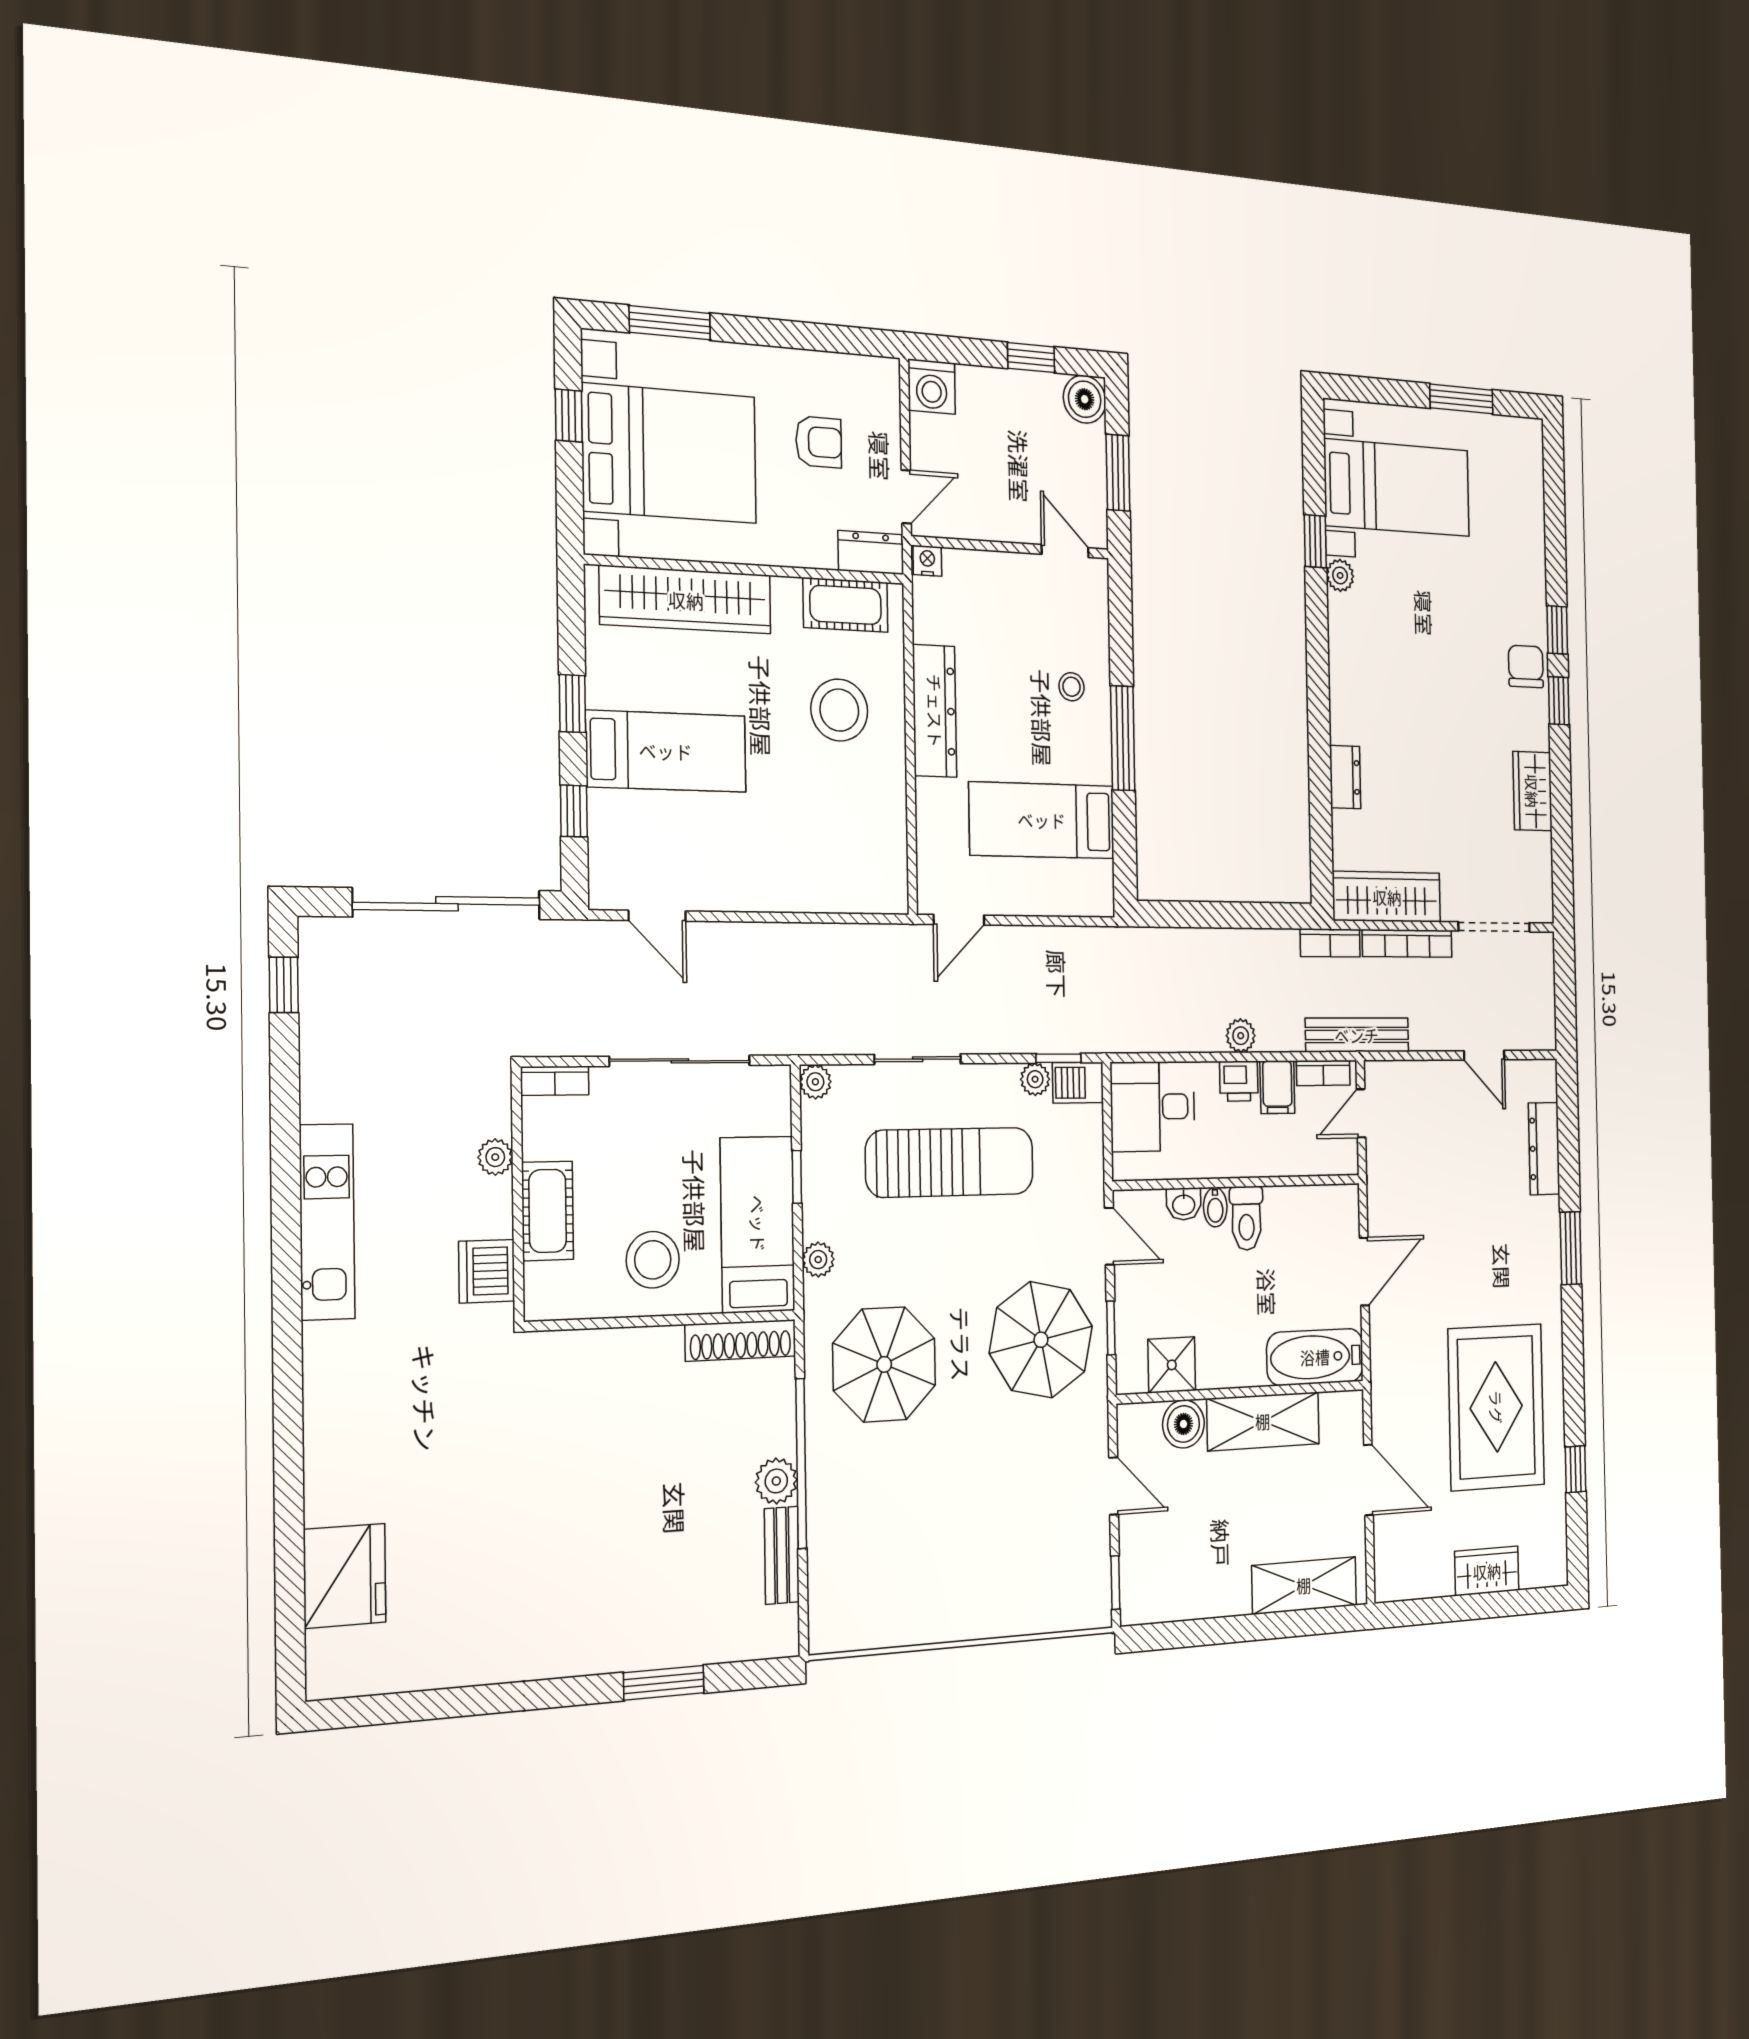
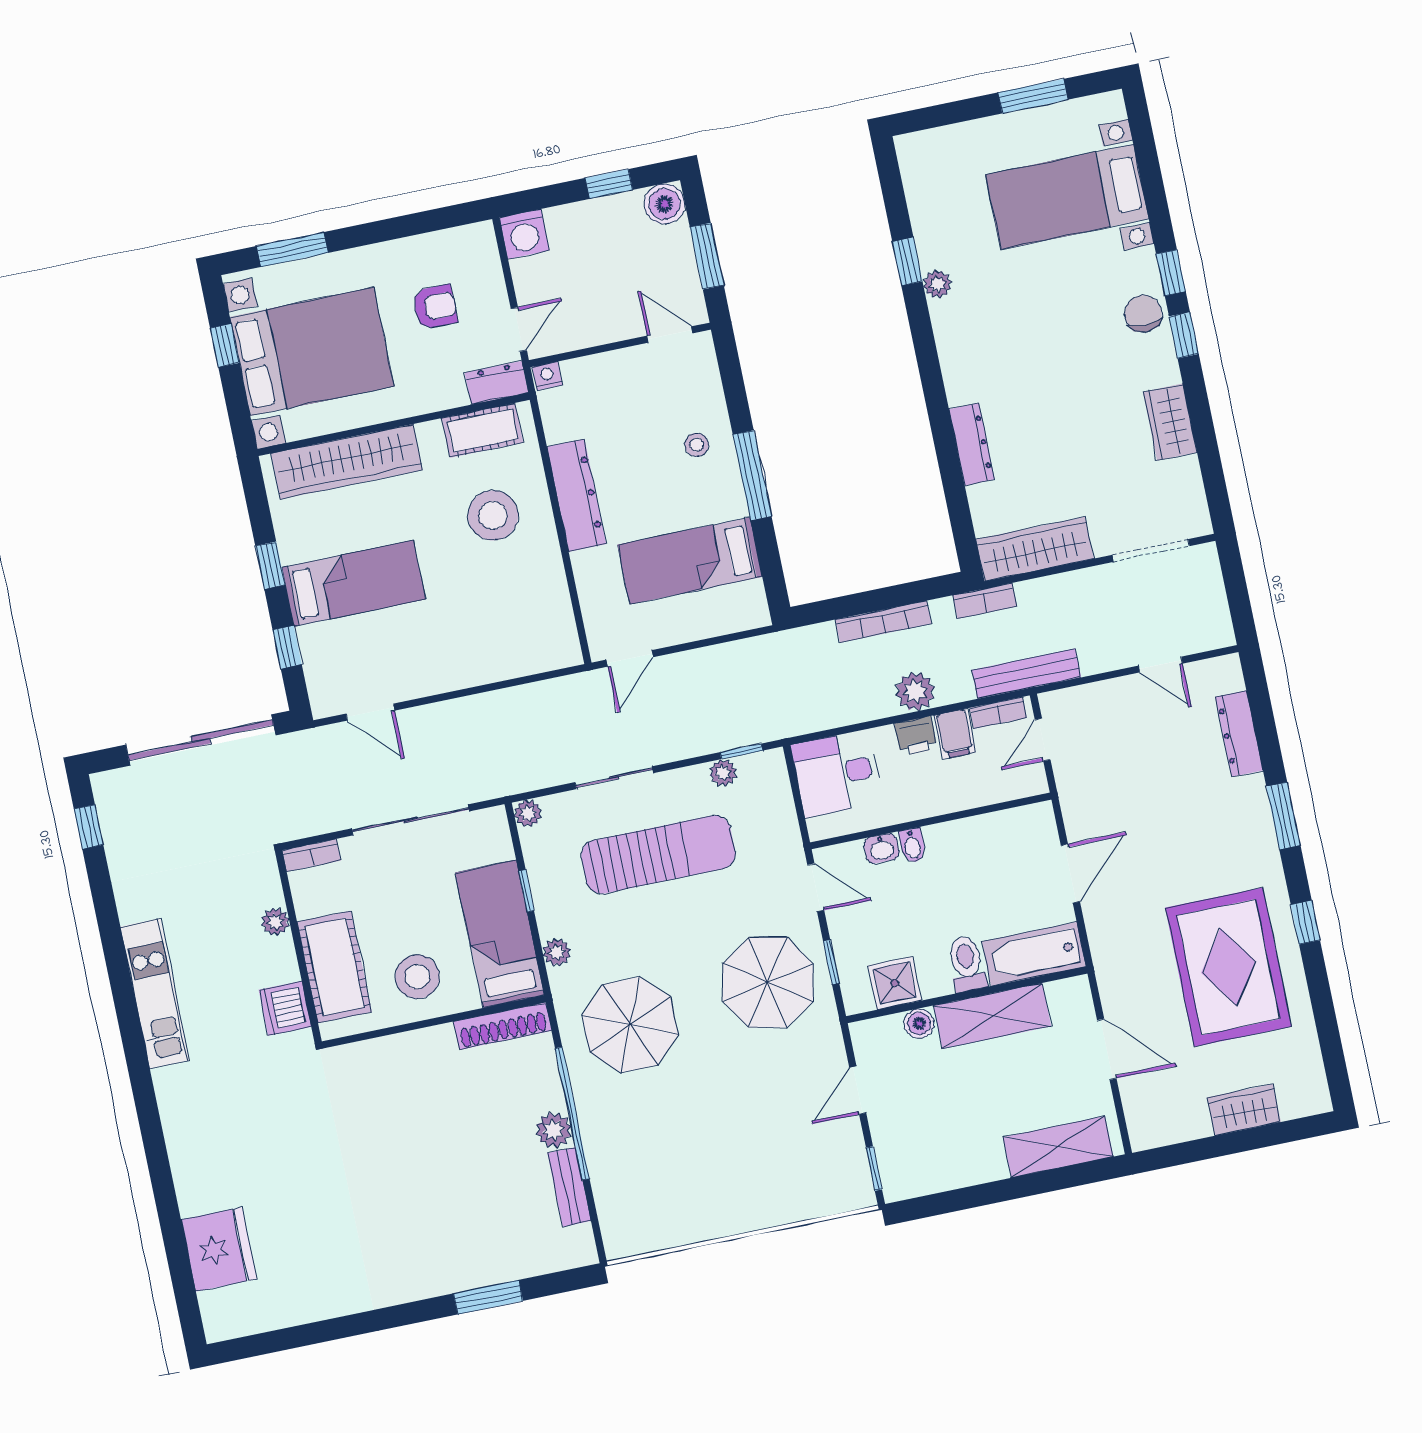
bed with nightstands: (1397, 488) -> (1067, 197), moved, turned 180
dresser: (1345, 777) -> (972, 444), width x1.44
bookcase: (1407, 943) -> (883, 622), moved
plant: (1241, 1036) -> (915, 691), width x1.38, depth x1.38
barbecue: (1078, 1083) -> (763, 768), removed
cot: (548, 1211) -> (334, 967), width x1.37, depth x1.34
toilet: (1246, 1218) -> (967, 964), moved, turned 180
boiler: (1183, 1424) -> (919, 1023), width x0.73, depth x0.73
window: (1575, 1469) -> (1305, 922), moved
door: (1114, 1486) -> (858, 1090), swing flipped

